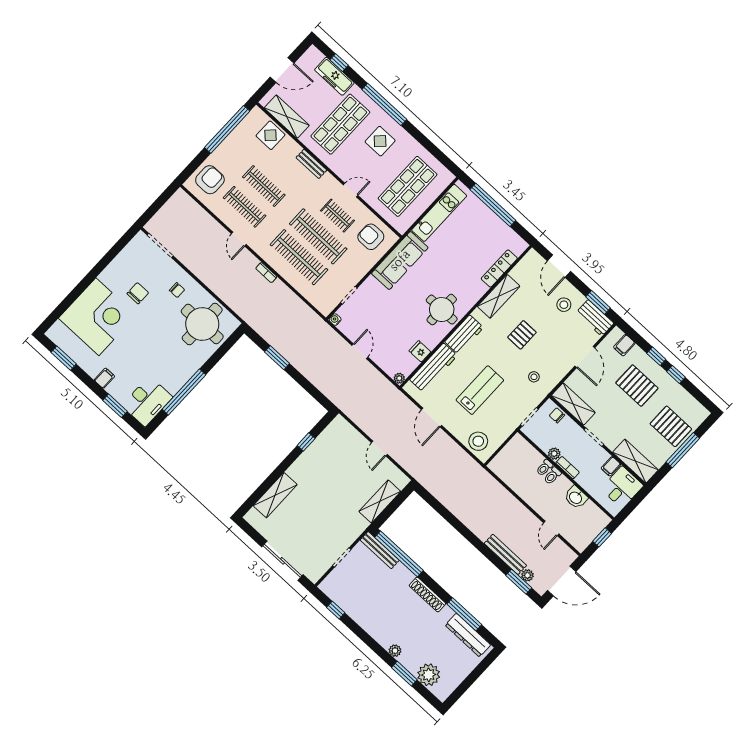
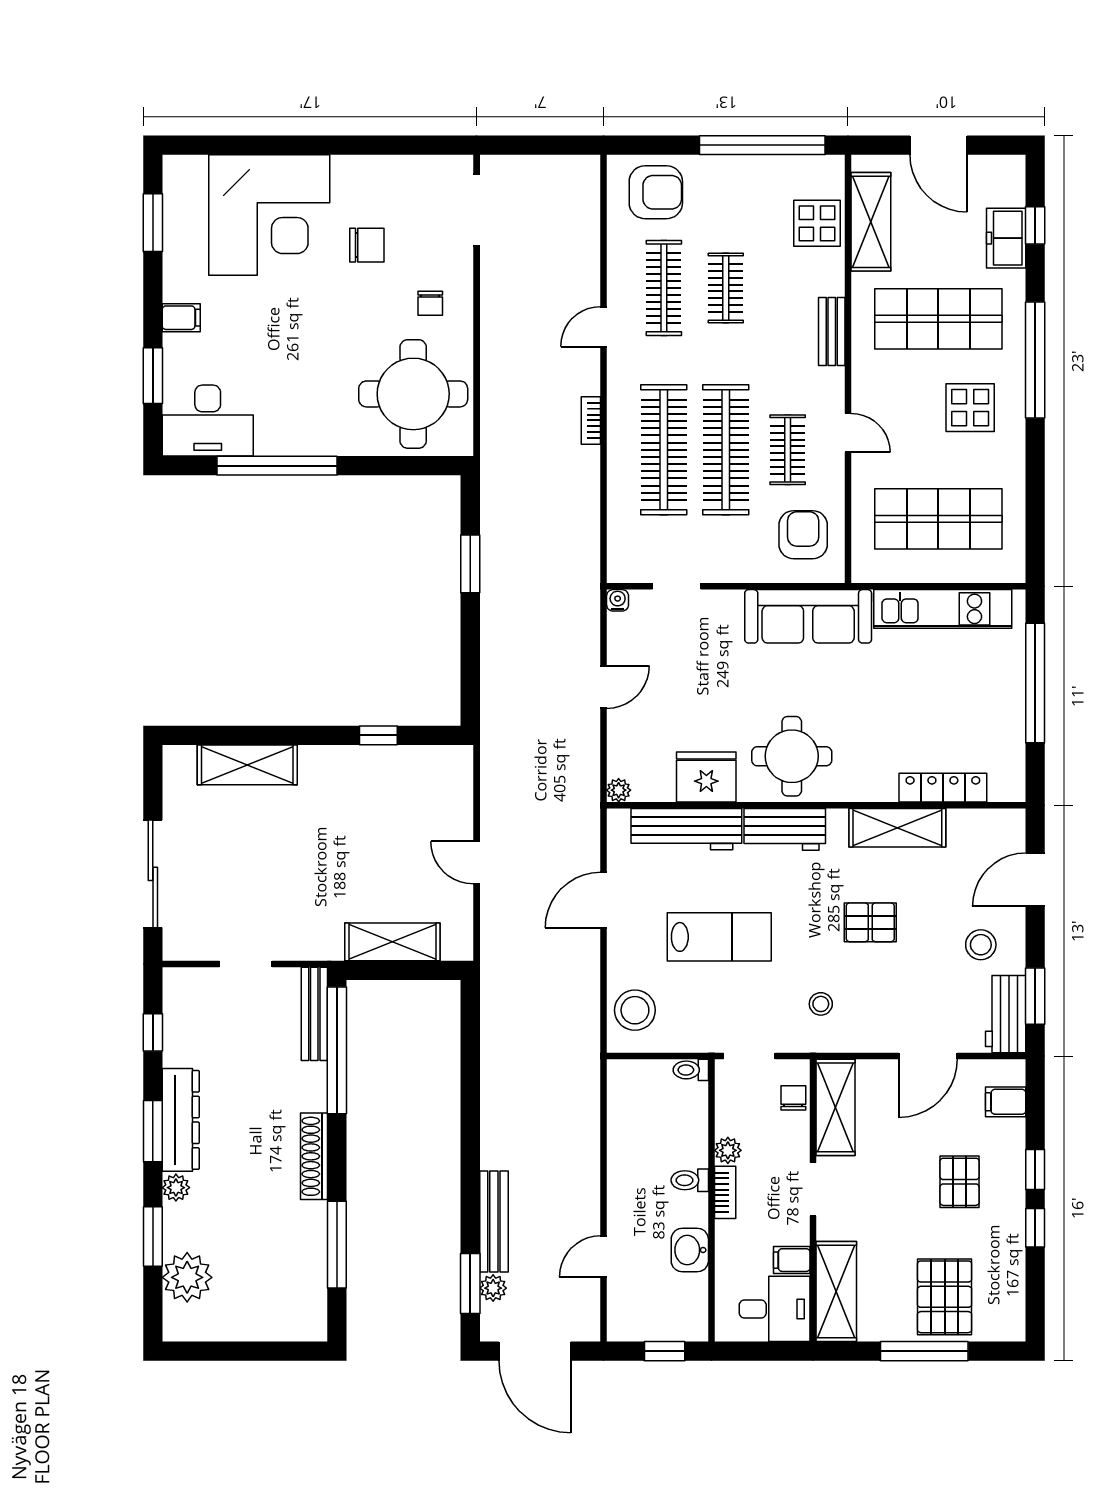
freezer: (334, 76) -> (1006, 238), width x0.71
clothes rail: (264, 186) -> (726, 288), width x0.73
fridge: (420, 351) -> (706, 777), width x1.88, depth x1.34
pallet: (637, 386) -> (960, 1182), width x0.67, depth x0.71
door: (379, 449) -> (477, 863), hinge flipped
toilet: (544, 468) -> (691, 1070), moved
dresser: (468, 635) -> (181, 1120), moved, turned 180
window: (369, 641) -> (153, 1131), added

